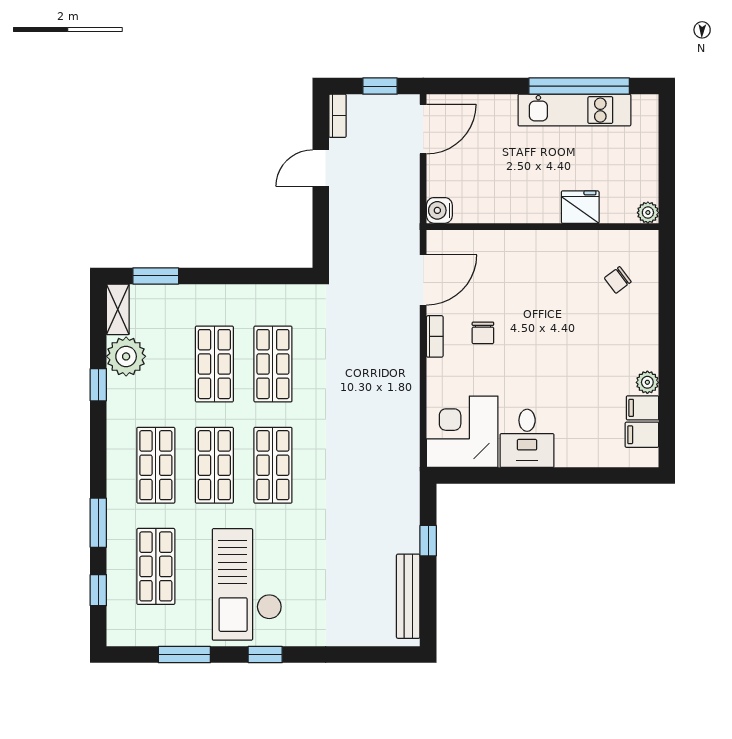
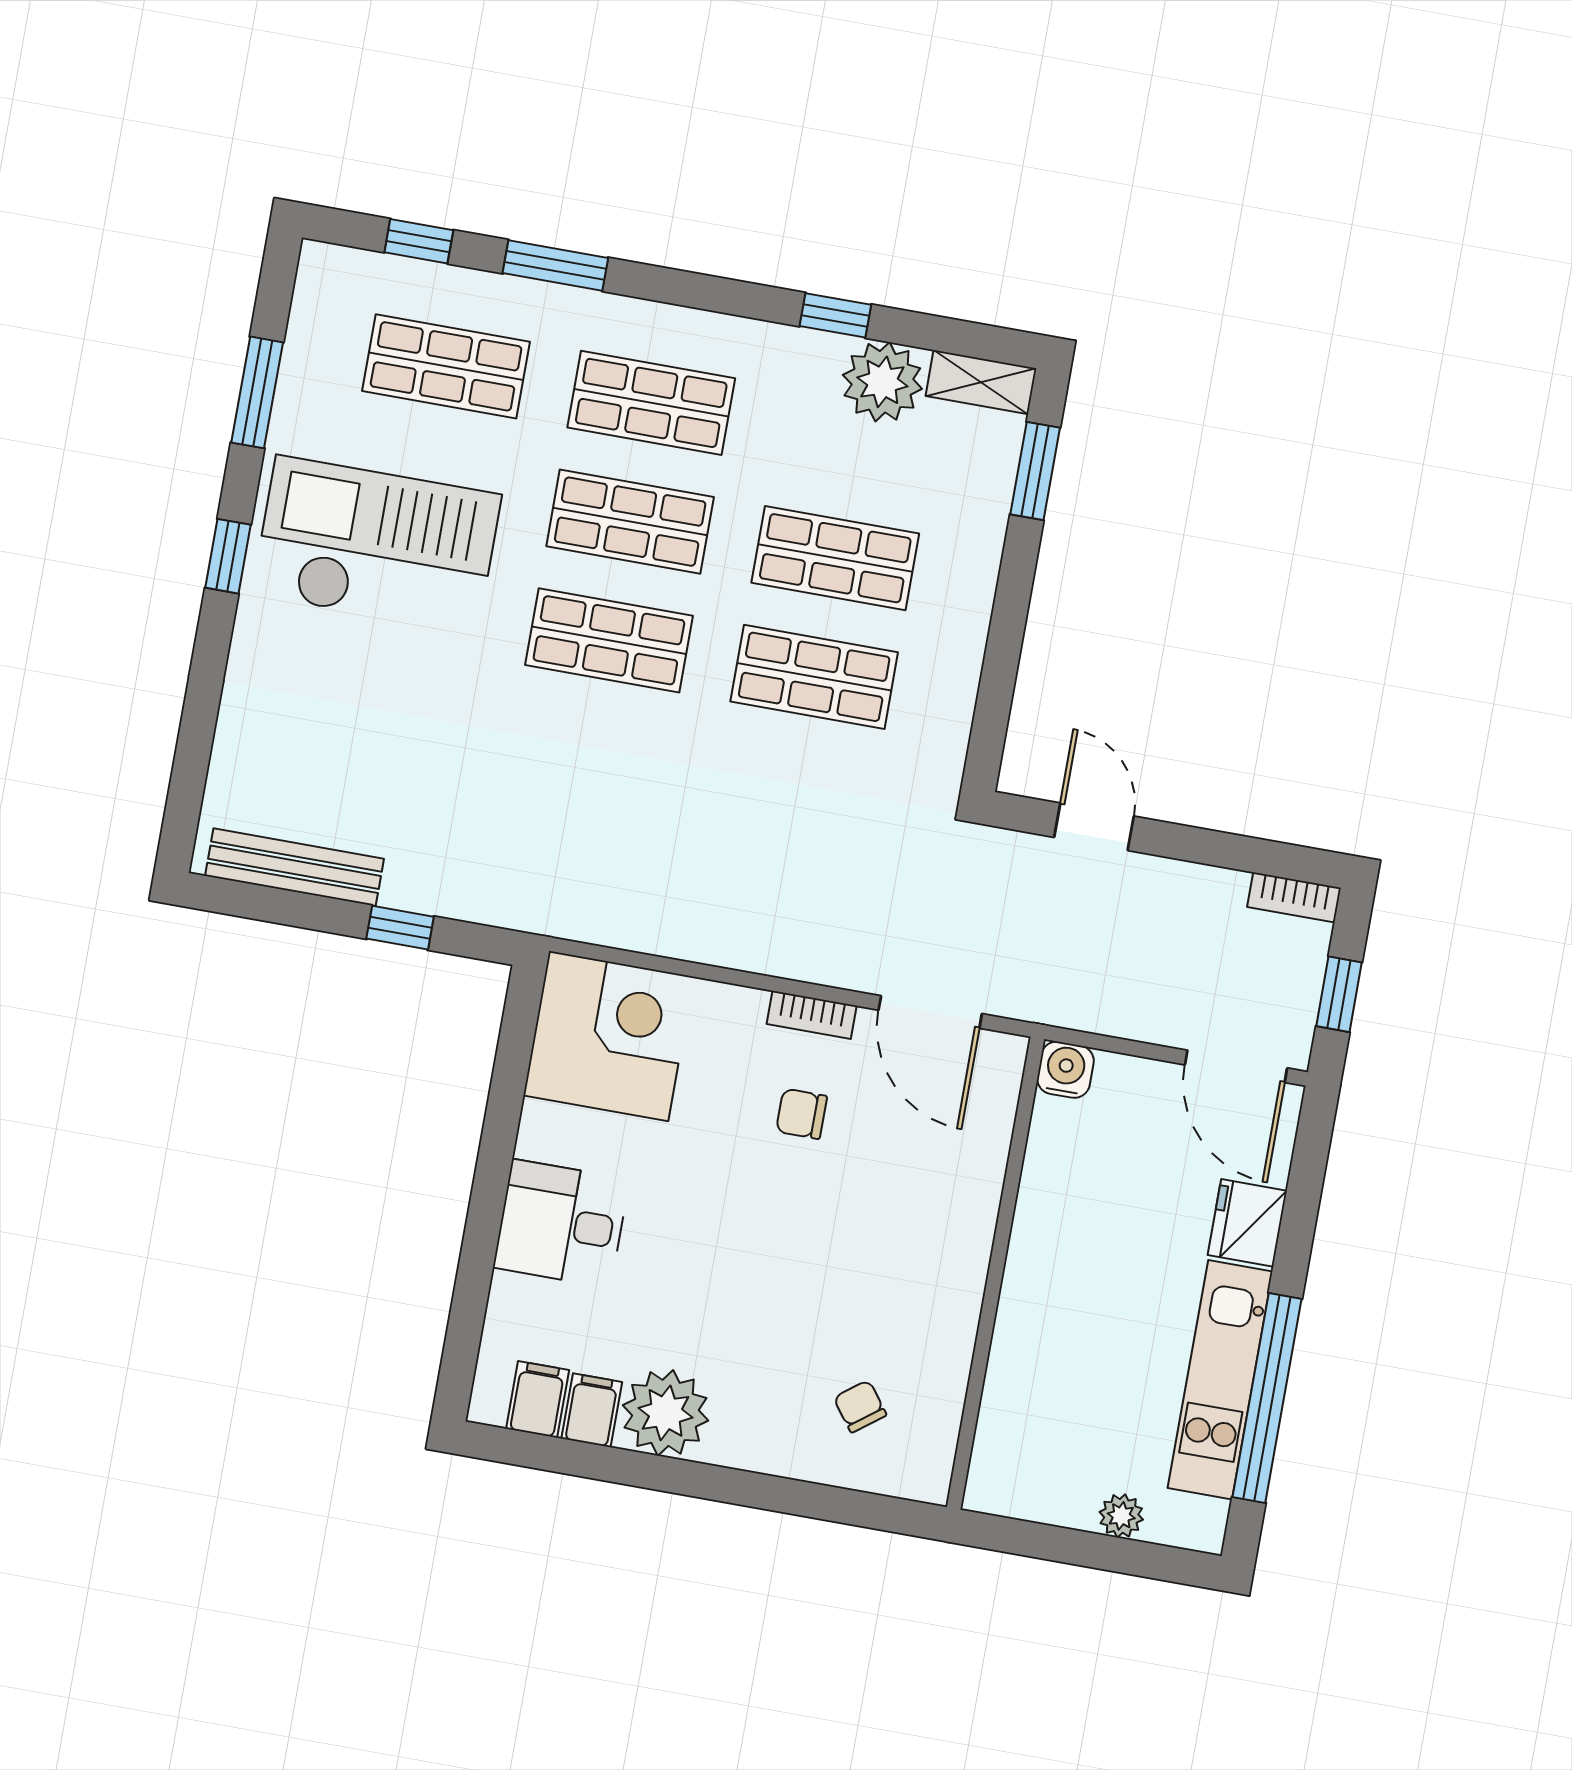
door: (321, 168) -> (1094, 827), moved
fridge: (580, 207) -> (1247, 1223), moved, turned 180
plant: (648, 213) -> (1121, 1516), moved
plant: (647, 382) -> (666, 1413), width x1.88, depth x1.88
desk: (527, 438) -> (561, 1223), moved

